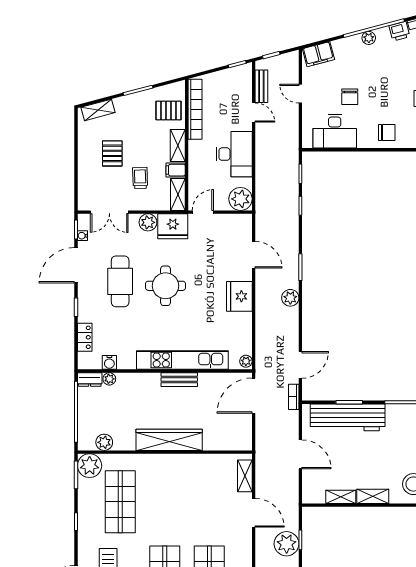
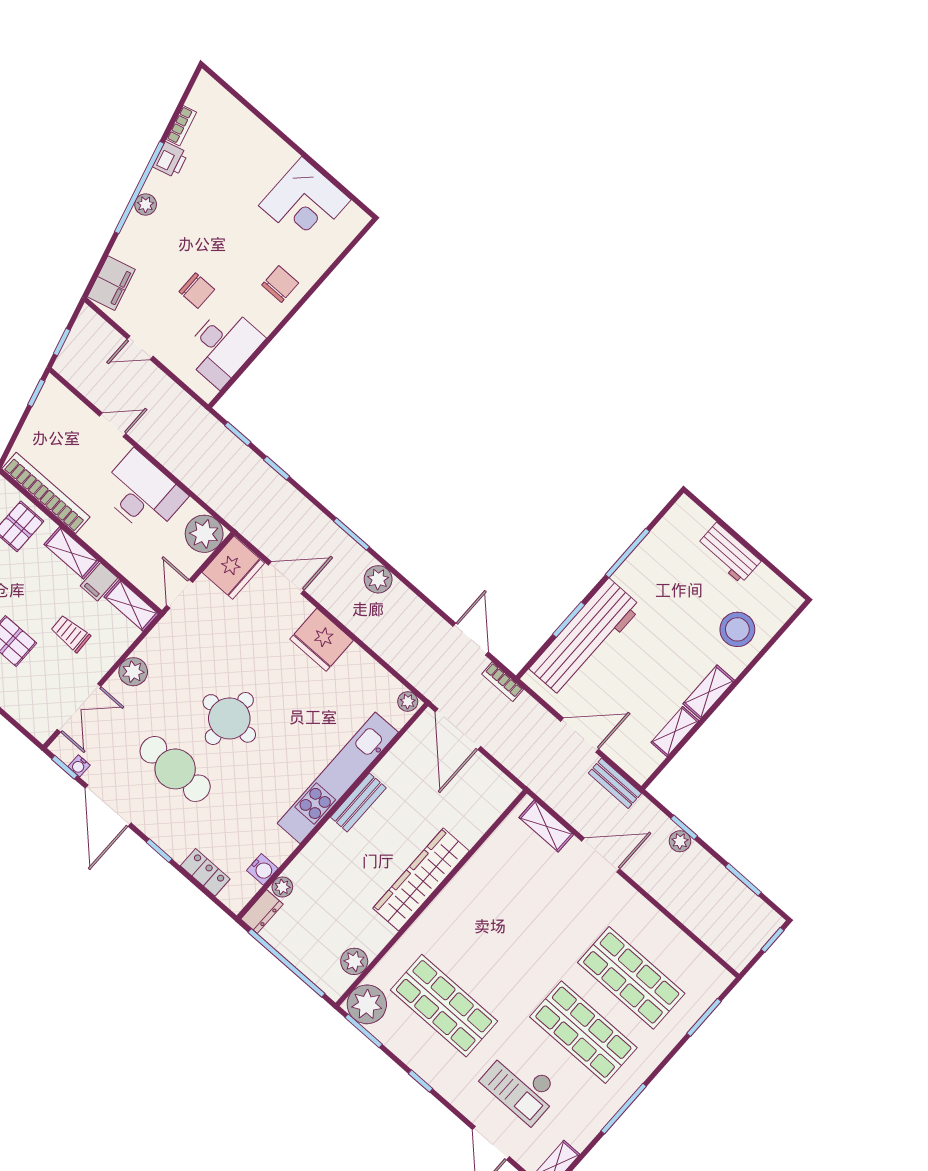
bench: (261, 86) -> (615, 783), moved
fridge: (173, 226) -> (233, 568), moved
plant: (287, 544) -> (680, 841), width x0.53, depth x0.53

